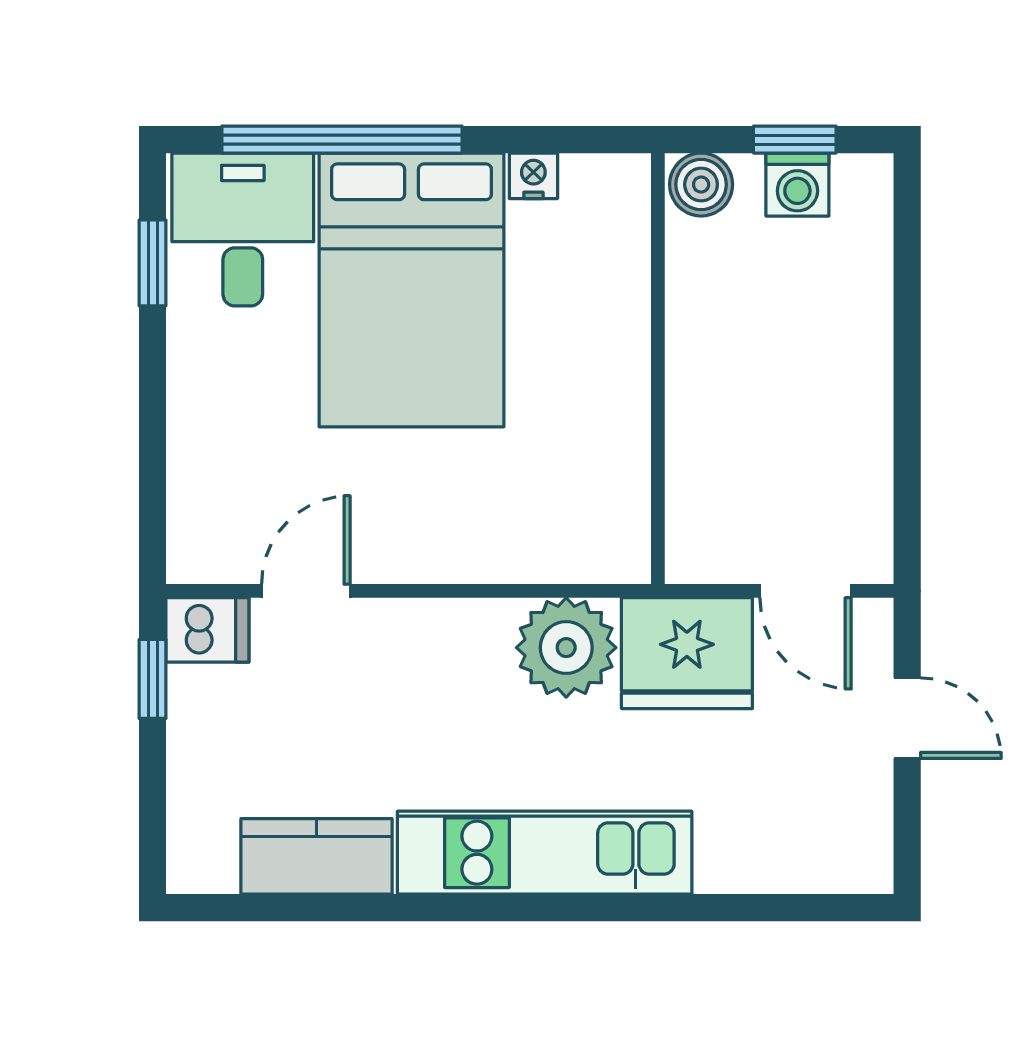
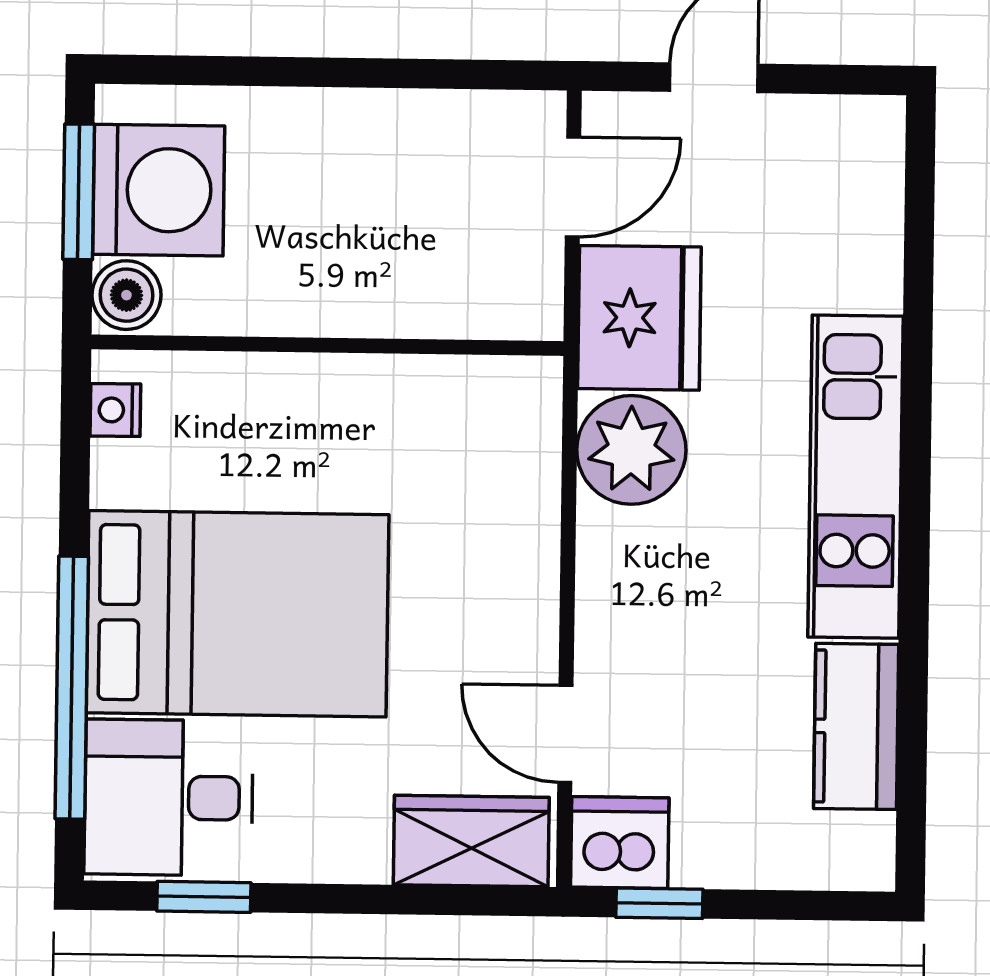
window: (795, 140) -> (79, 192), width x1.50
nightstand: (533, 176) -> (115, 410), moved
washing machine: (797, 185) -> (159, 190), width x1.89, depth x1.89
wardrobe: (207, 506) -> (471, 841), added
dishwasher: (207, 630) -> (620, 843), width x1.38

